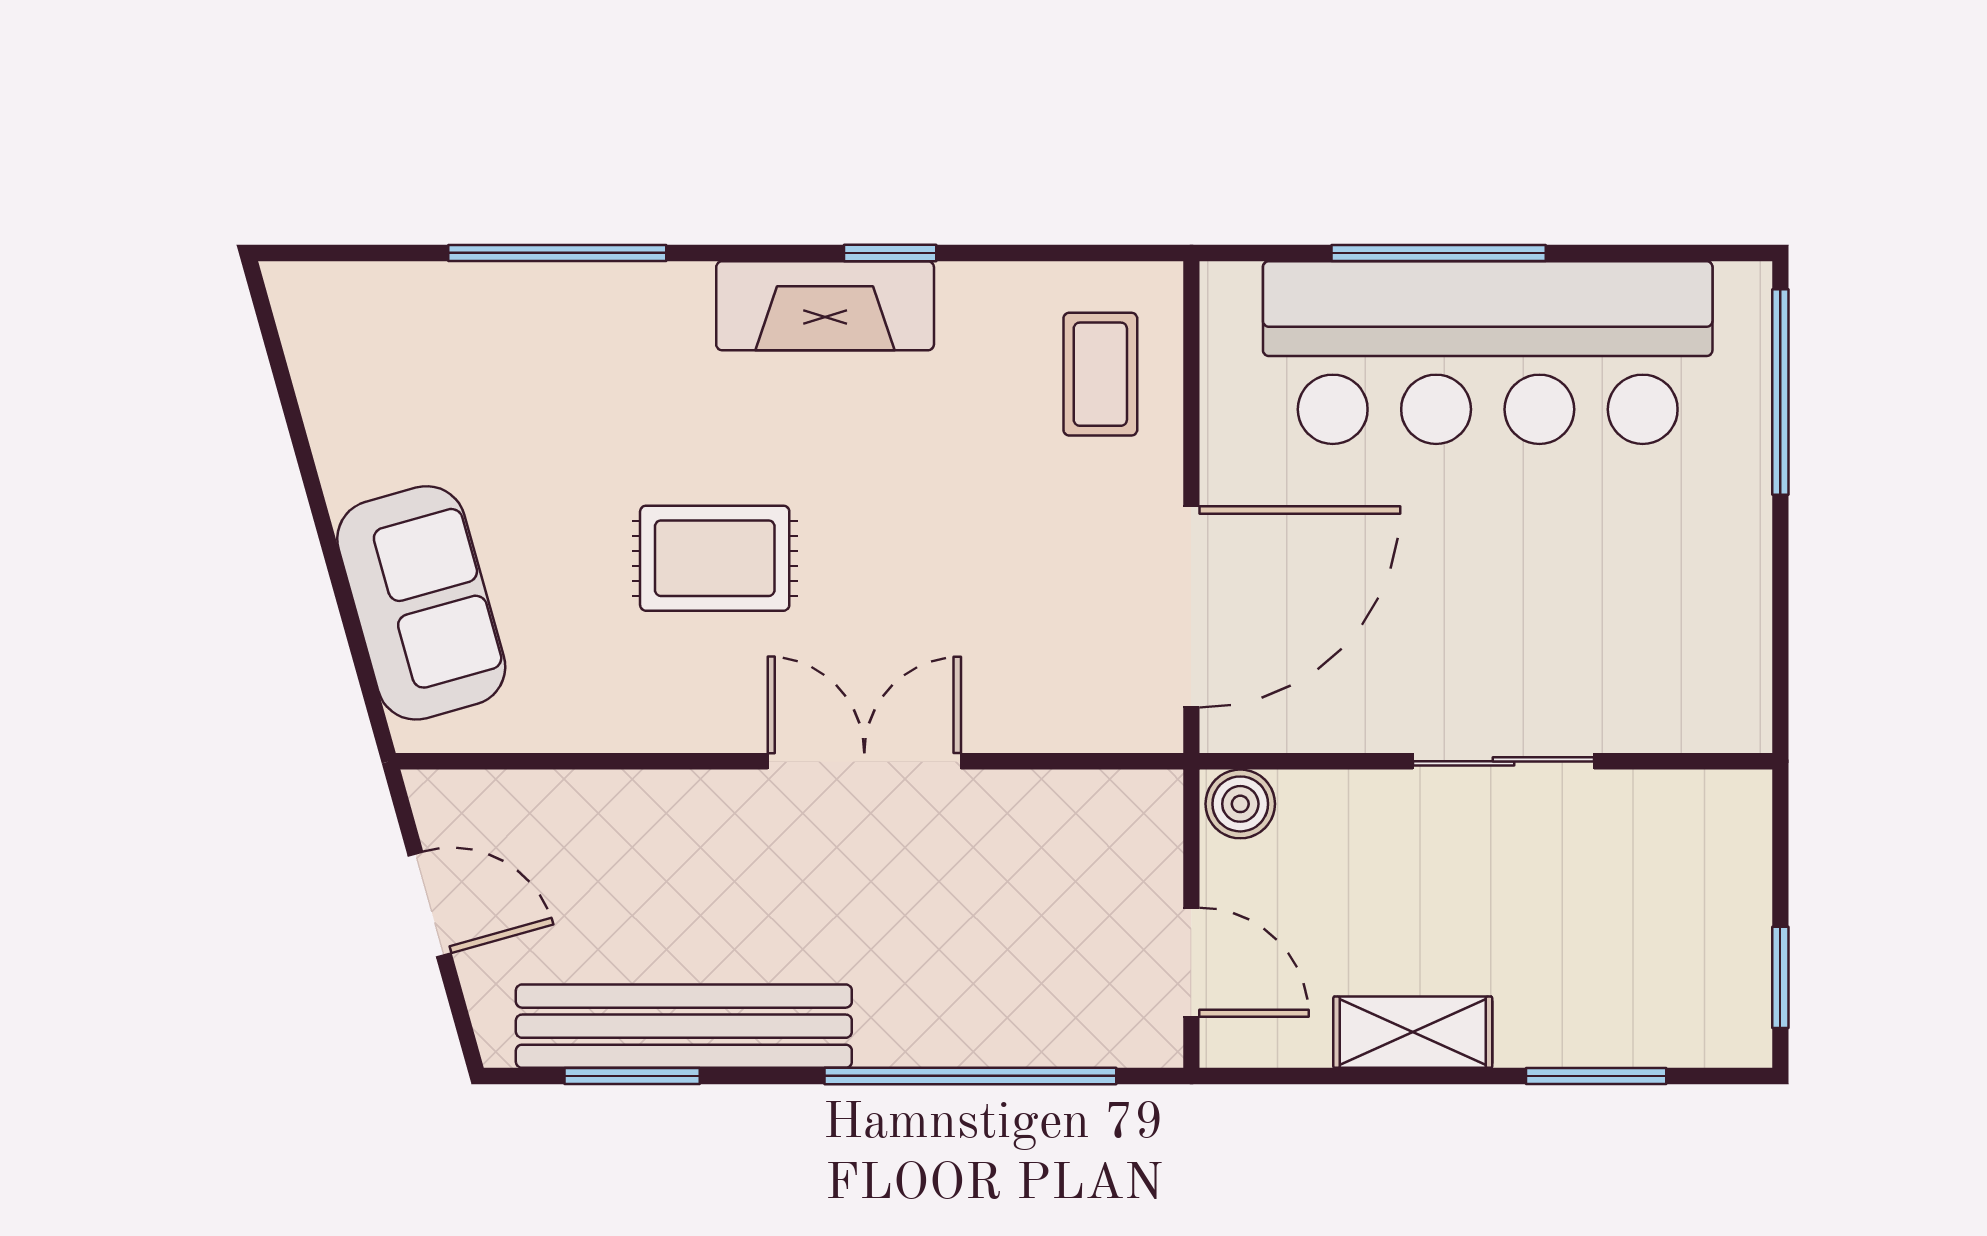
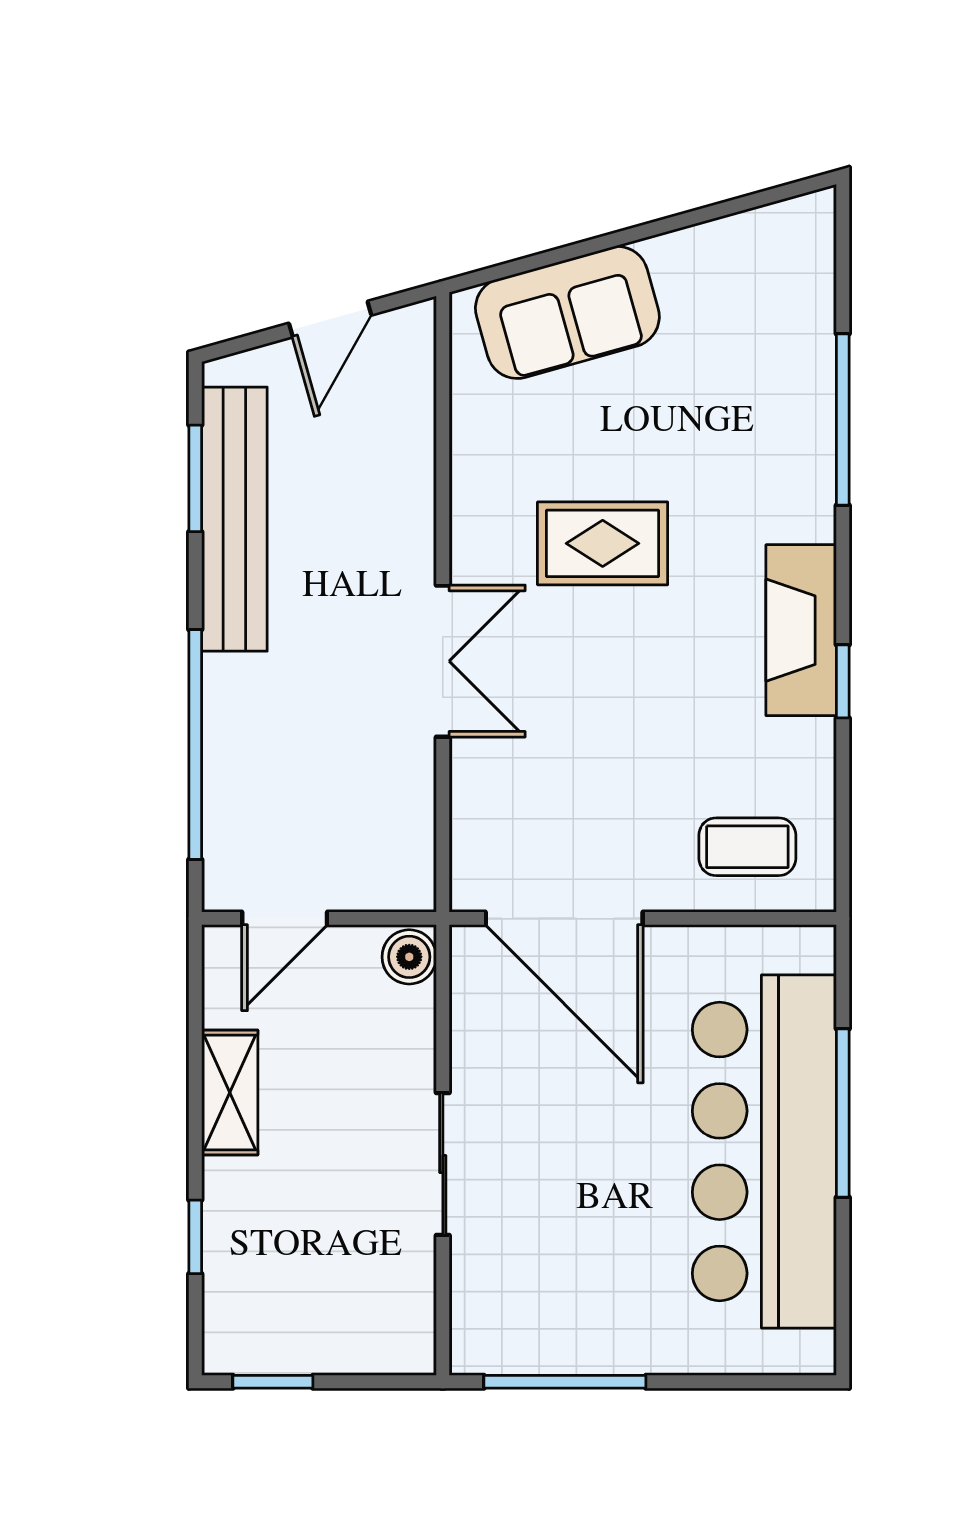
window: (1780, 392) -> (565, 1382), moved
rug: (715, 558) -> (603, 543), turned 90
window: (1596, 1076) -> (195, 1237), width x0.67

